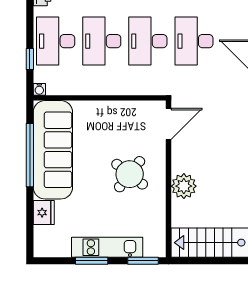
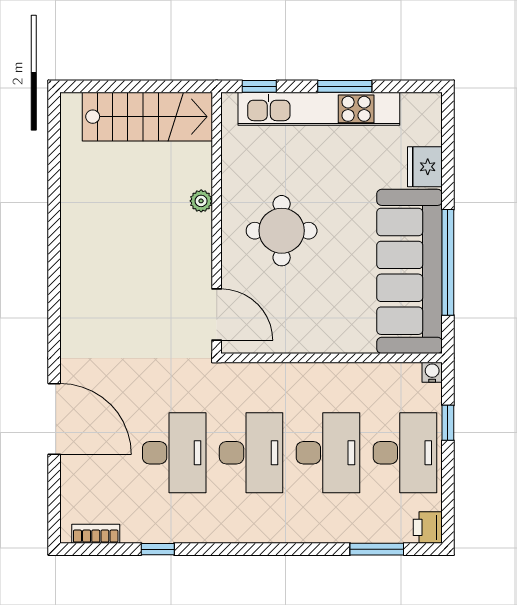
door: (169, 124) -> (217, 315), swing flipped
round table: (130, 174) -> (282, 231), turned -38
plant: (184, 186) -> (201, 201), width x0.53, depth x0.53
kitchen unit: (107, 247) -> (319, 109), width x1.36
window: (143, 261) -> (259, 86), width x0.67

